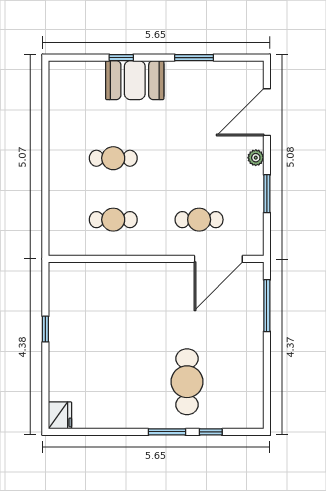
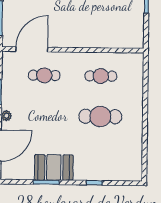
booth: (135, 80) -> (54, 167), moved
cafe table: (113, 158) -> (100, 117), width x1.37, depth x1.35

